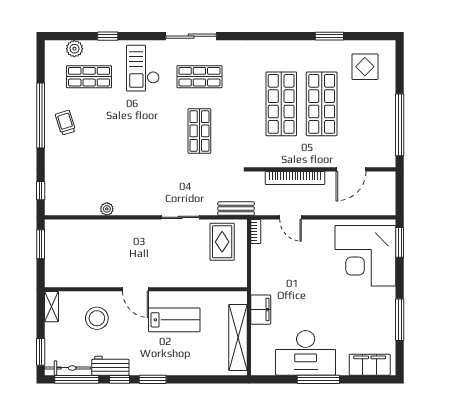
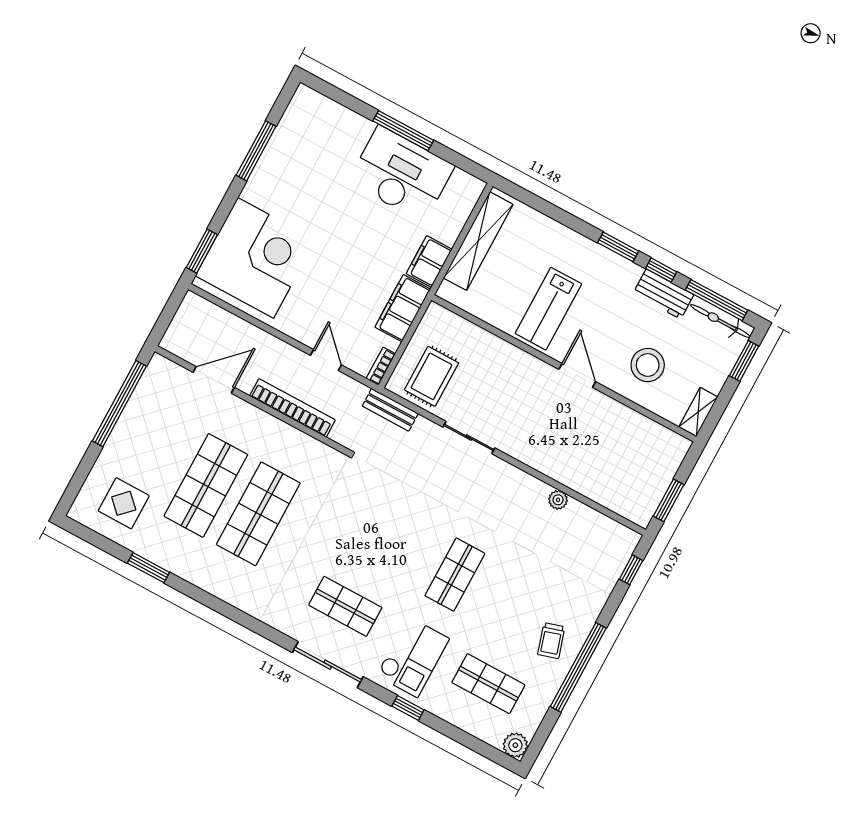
window: (108, 36) -> (408, 708), moved
plant: (74, 49) -> (515, 745), moved
shop shelf: (199, 131) -> (455, 575), moved
lab bench: (174, 320) -> (548, 309), turned -90
filing cabinet: (370, 365) -> (403, 308), moved, turned 90

